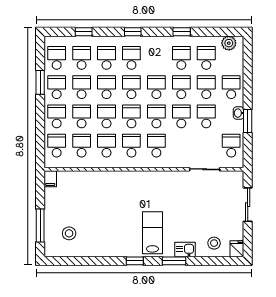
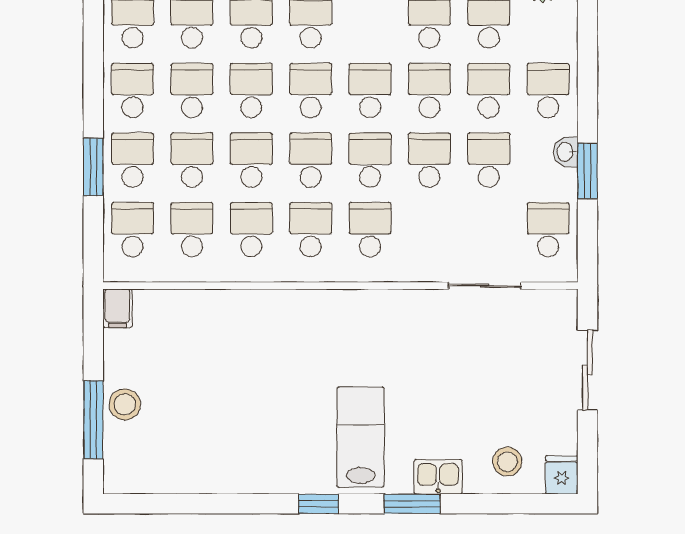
window: (40, 82) -> (93, 167), moved
stool: (69, 233) -> (125, 404), moved

